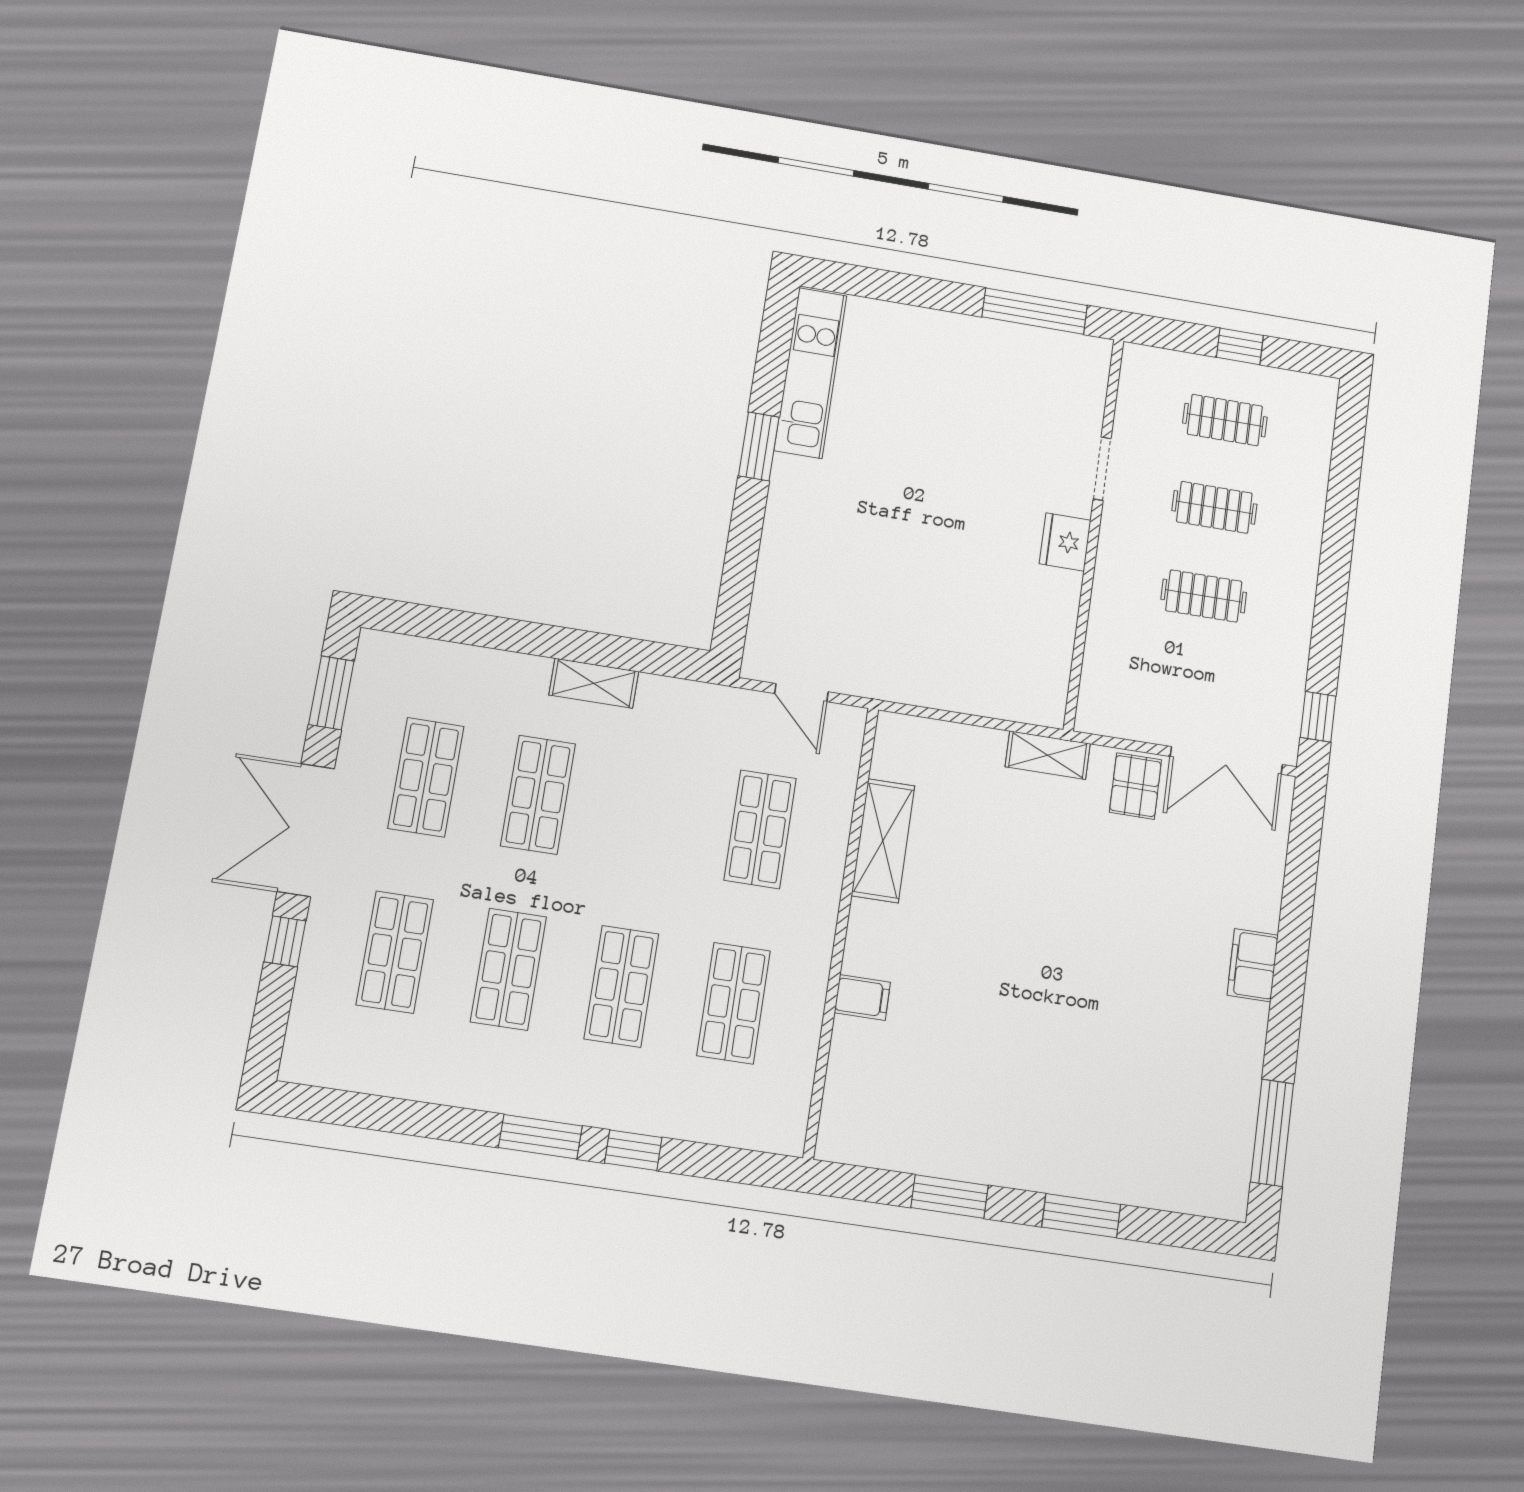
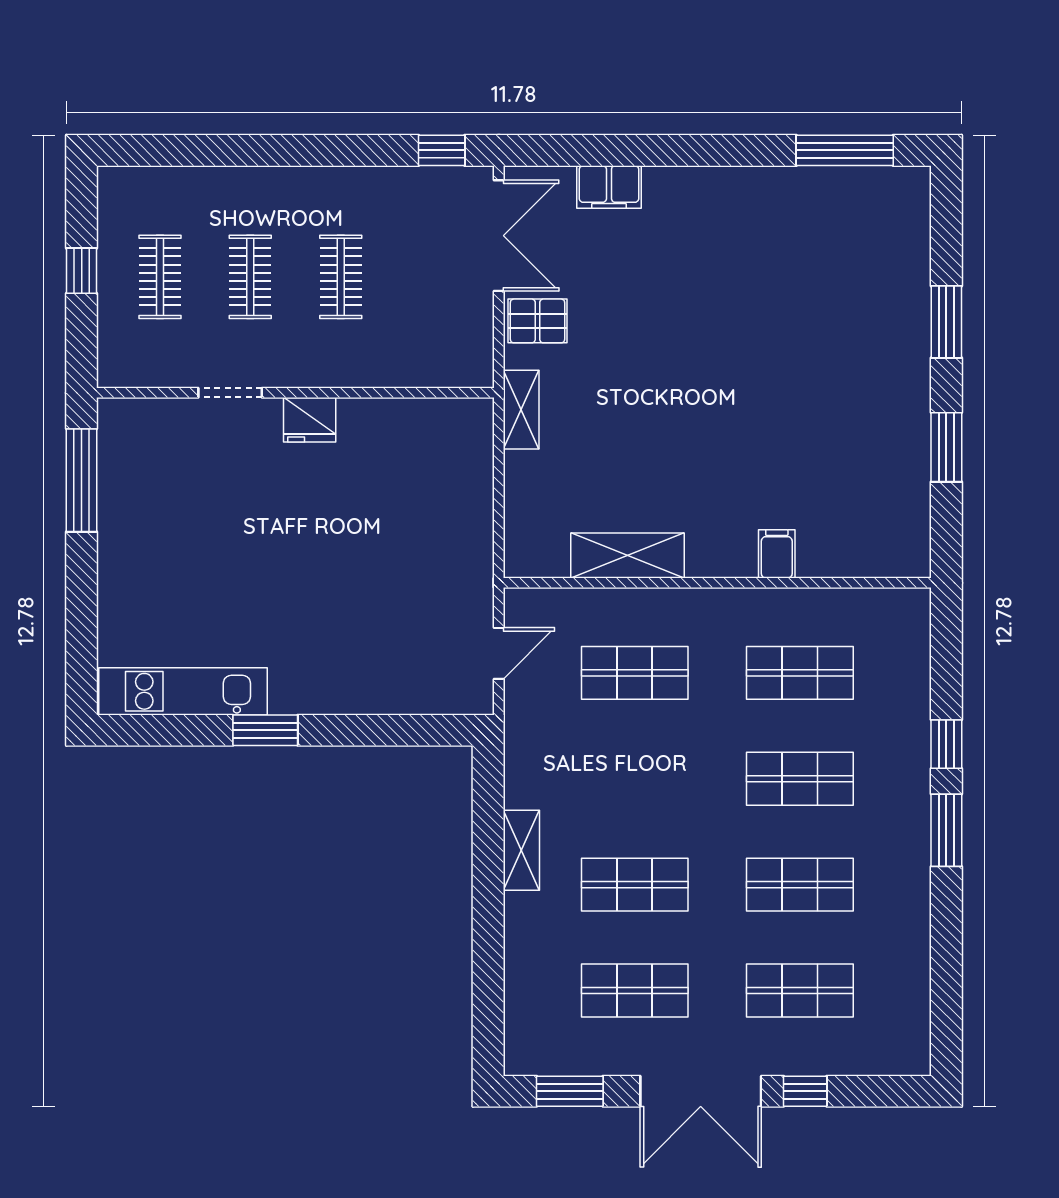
filing cabinet: (1253, 965) -> (609, 187), moved

